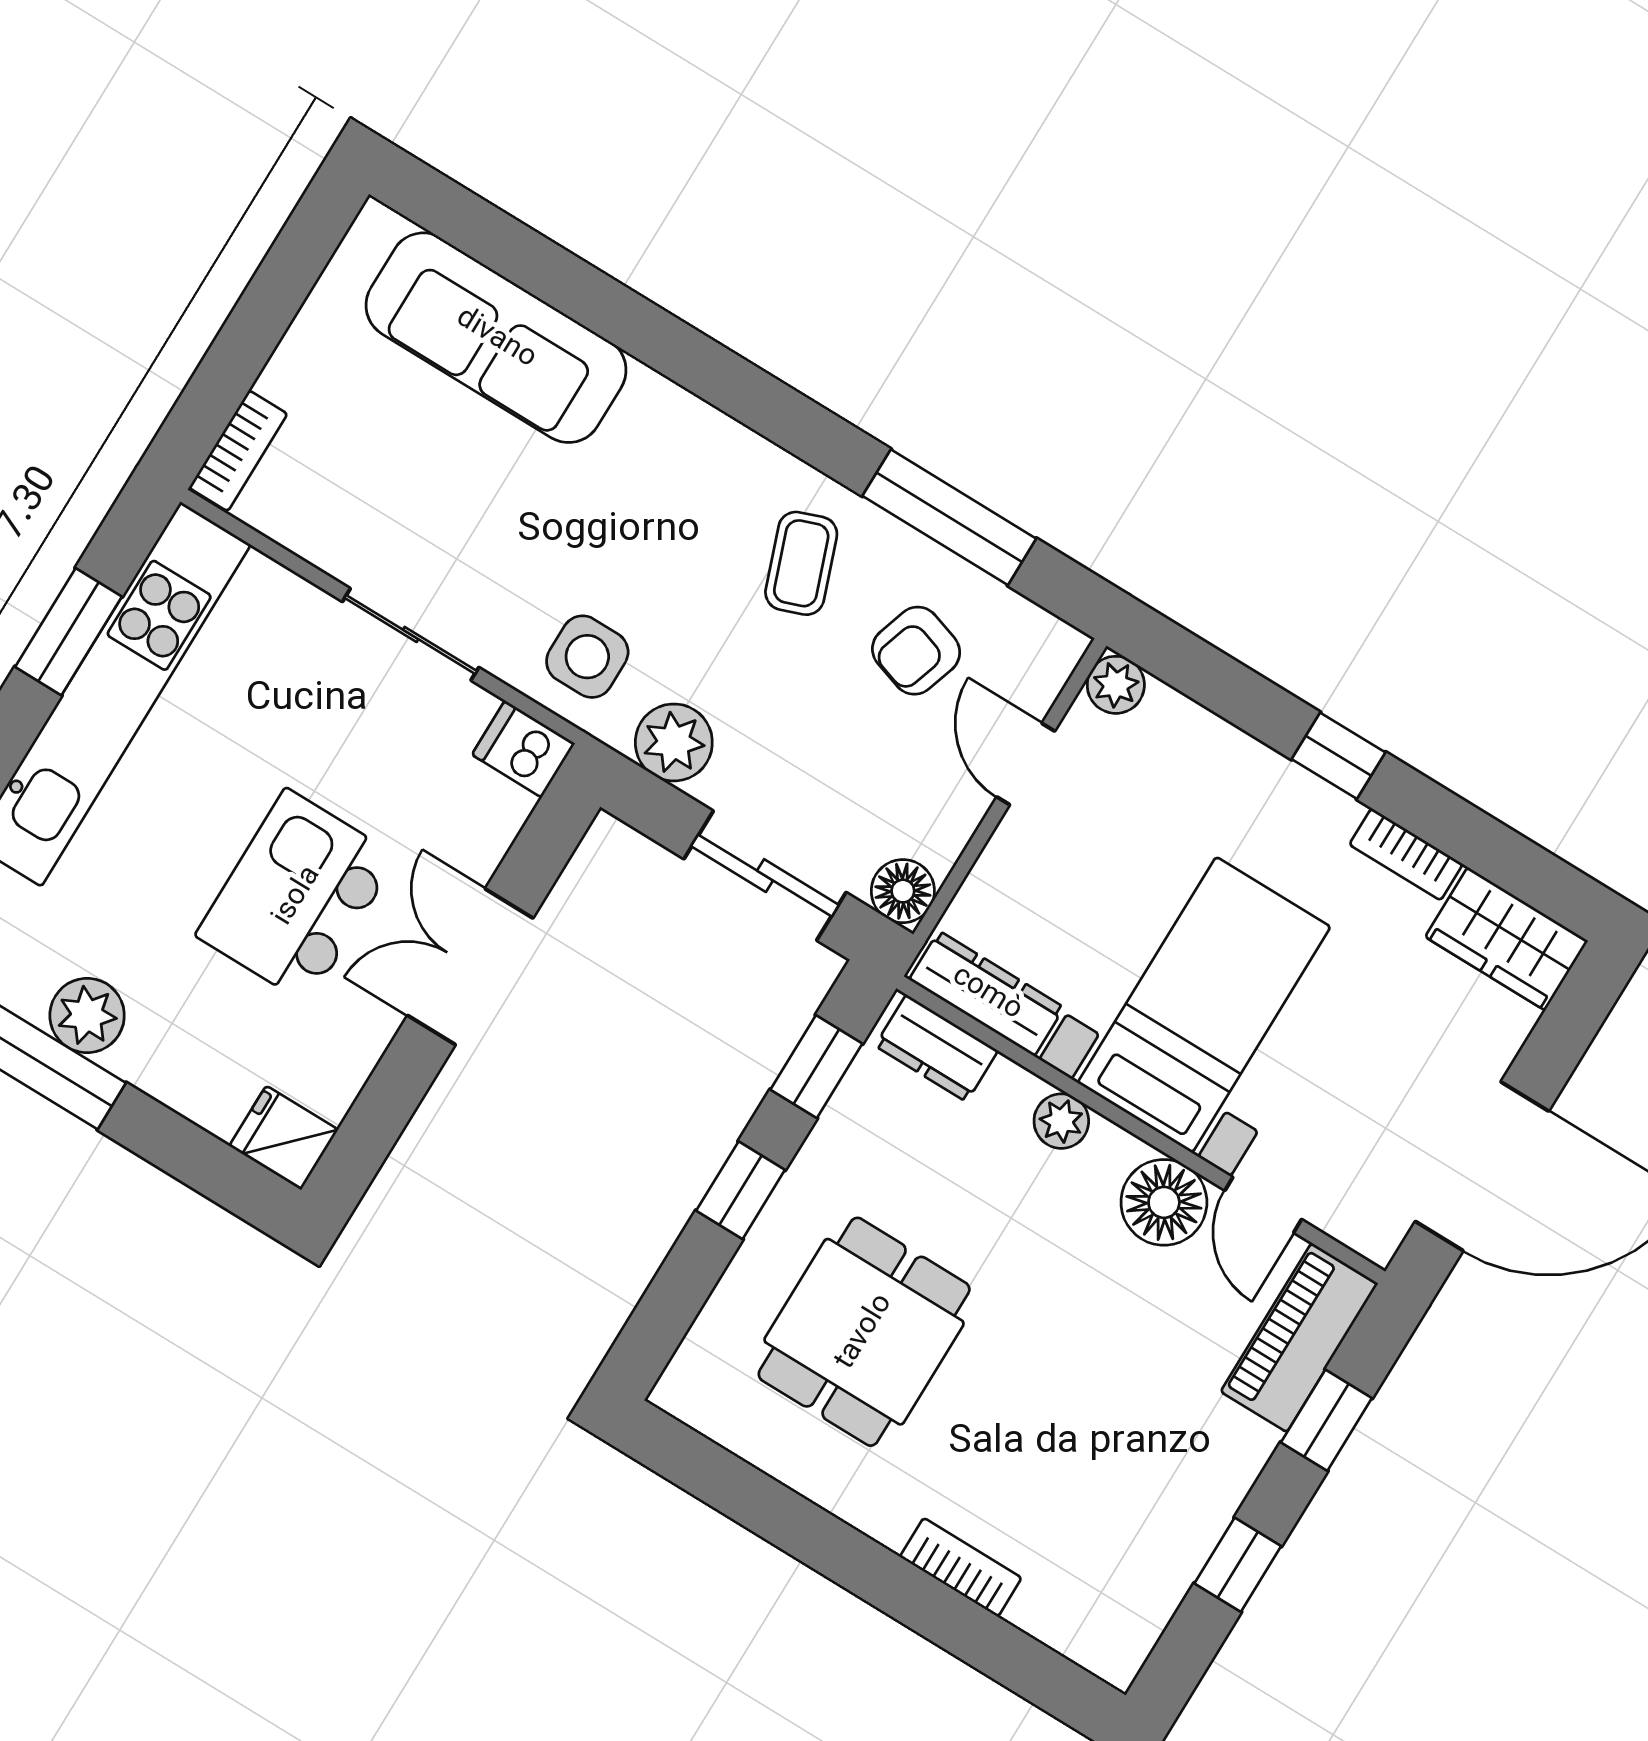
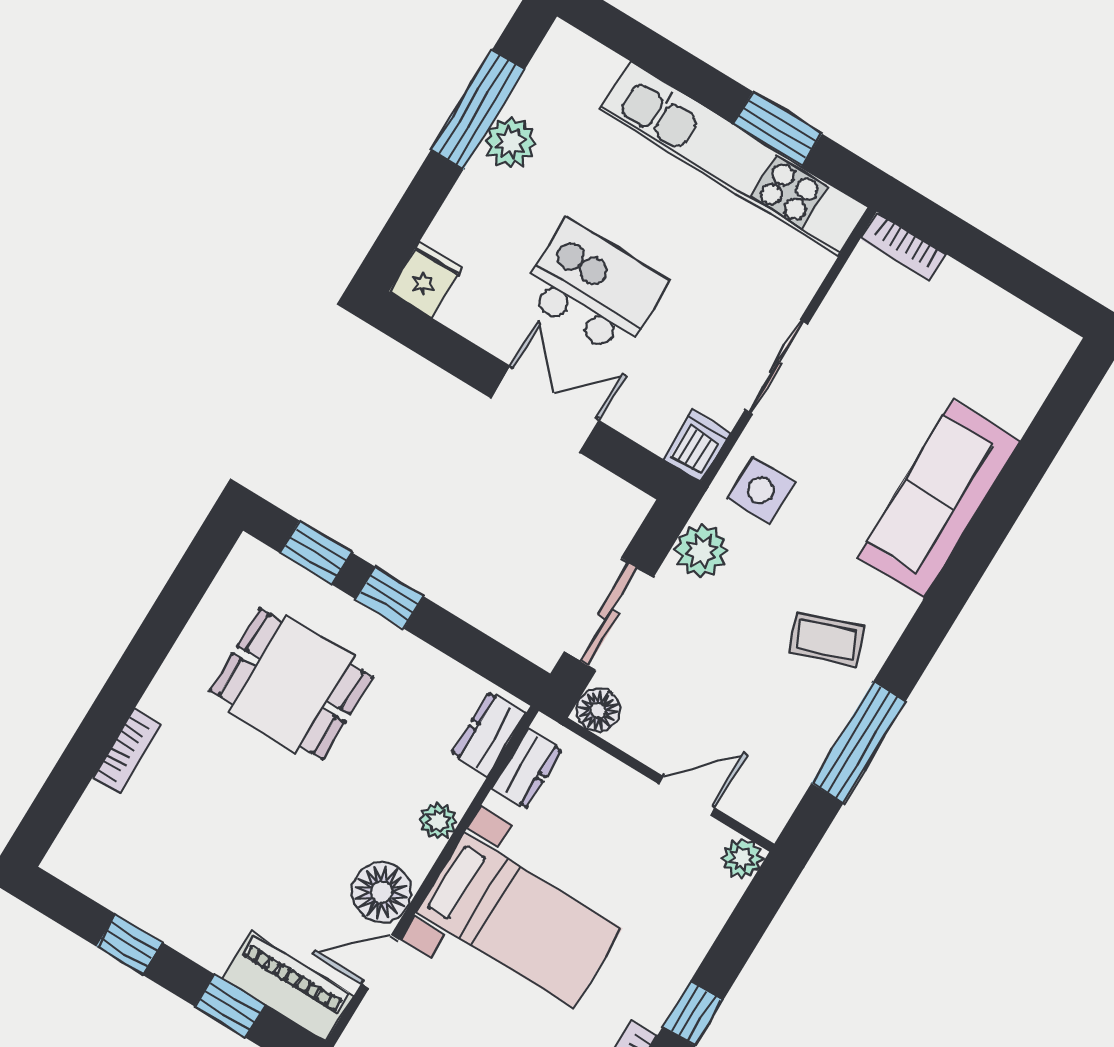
sofa: (496, 338) -> (939, 499), moved
armchair: (916, 651) -> (766, 719), removed
dresser: (987, 993) -> (527, 769), width x0.70
window: (816, 1067) -> (316, 553), moved

